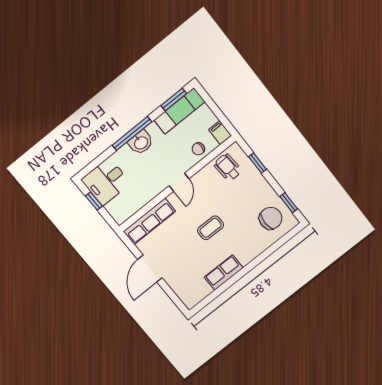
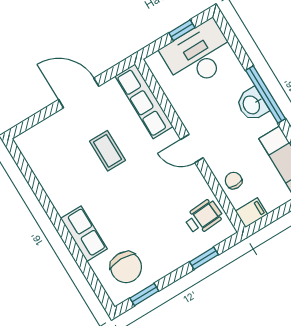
desk: (106, 181) -> (199, 55), width x1.37
coffee table: (210, 228) -> (107, 151), moved
row of seats: (224, 272) -> (84, 234), moved

